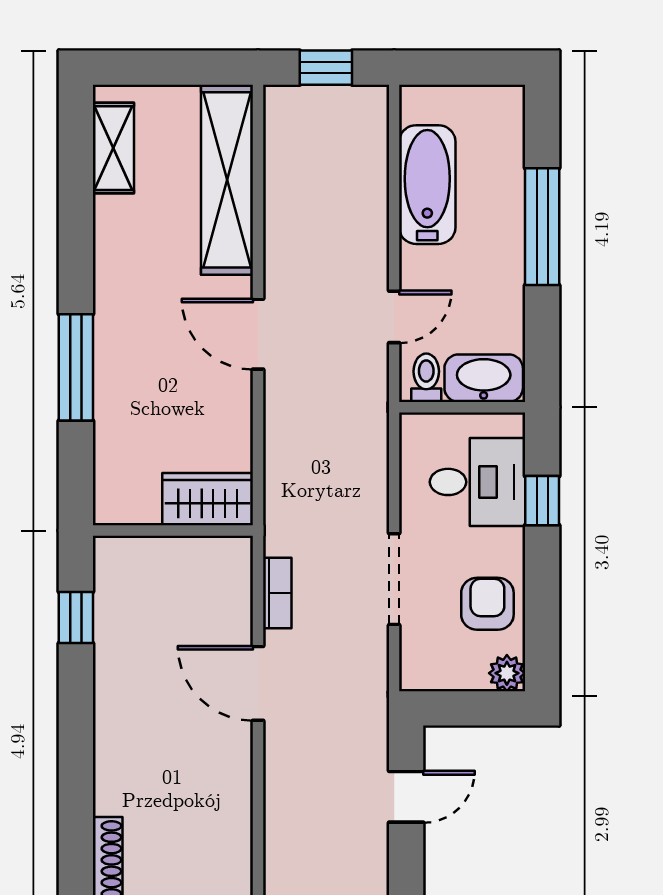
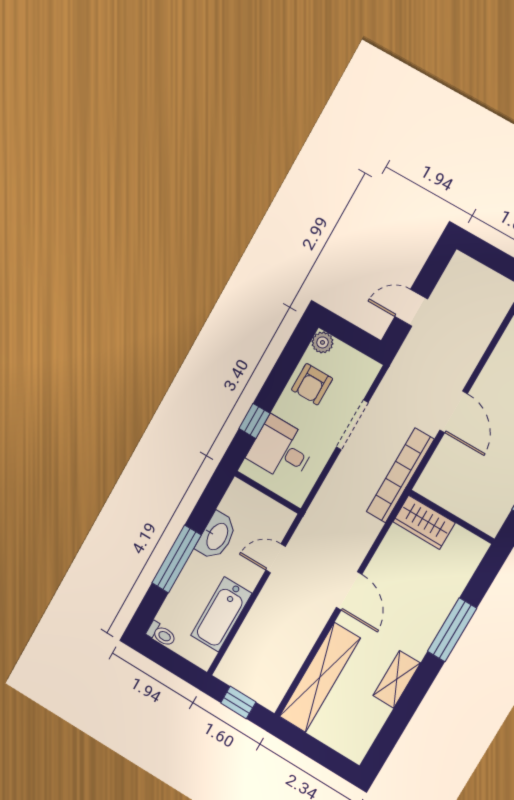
shelving: (113, 148) -> (397, 679), moved
toilet: (426, 378) -> (161, 634), moved, turned -90
washbasin: (484, 378) -> (217, 536), moved, turned -90
bookcase: (277, 593) -> (400, 475), width x2.31, depth x1.31

